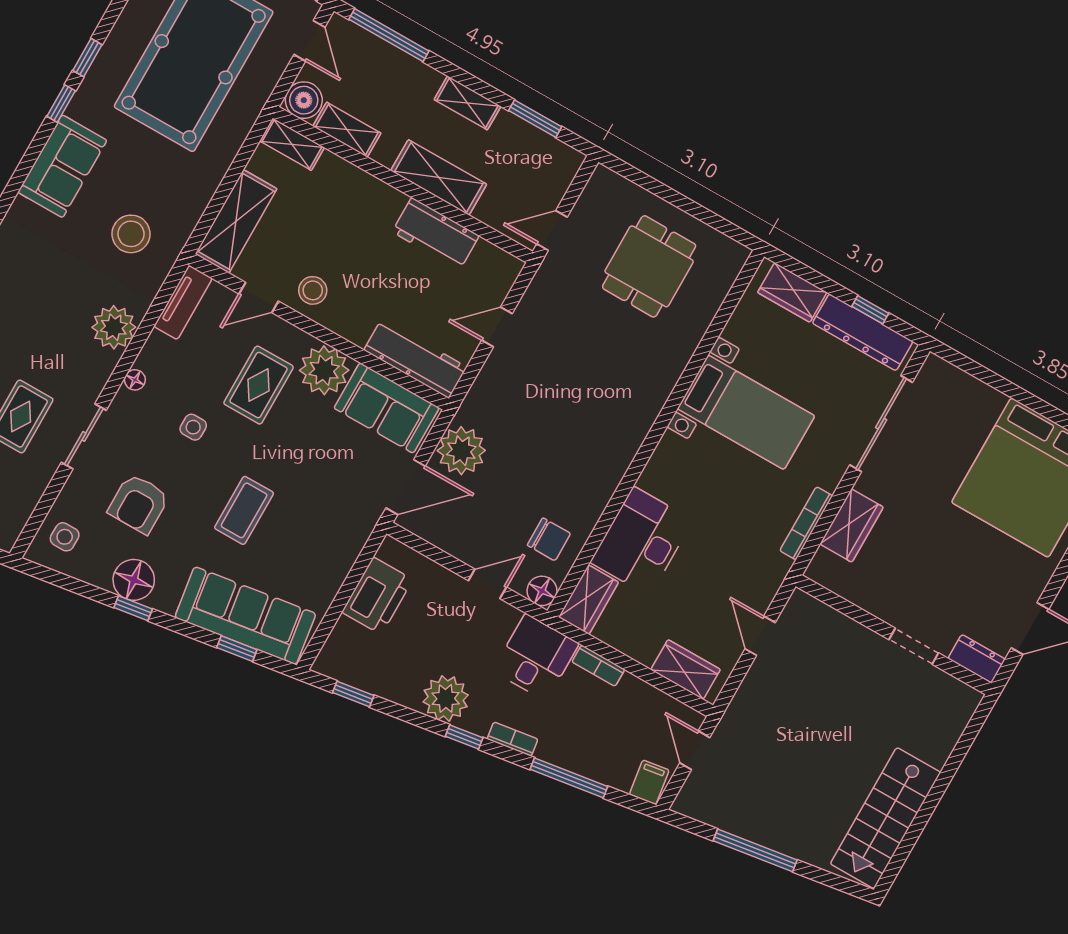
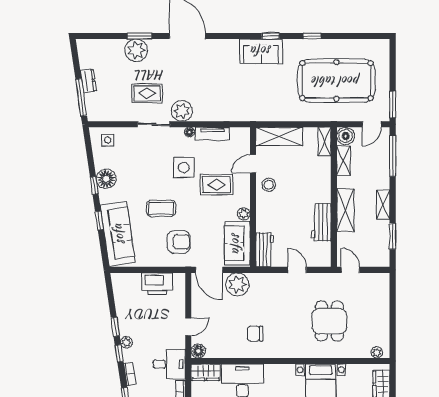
window: (61, 104) -> (271, 36), moved
stool: (131, 234) -> (249, 96), removed
dining table: (649, 266) -> (329, 321), moved, turned 90
plant: (730, 268) -> (377, 352), added
door: (259, 297) -> (253, 164), hinge flipped
tv unit: (183, 302) -> (213, 134), moved
plant: (114, 327) -> (182, 111), moved
workbench: (415, 358) -> (265, 250), width x0.73
plant: (324, 370) -> (244, 214), width x0.53, depth x0.53
side table: (193, 427) -> (184, 167), width x1.87, depth x1.87
armchair: (139, 504) -> (179, 242), moved, turned 180
chair: (549, 539) -> (255, 334), moved, turned 90
door: (487, 584) -> (188, 327), hinge flipped
window: (237, 649) -> (99, 220), moved
window: (353, 694) -> (115, 327), moved
plant: (446, 698) -> (126, 342), width x0.53, depth x0.53

